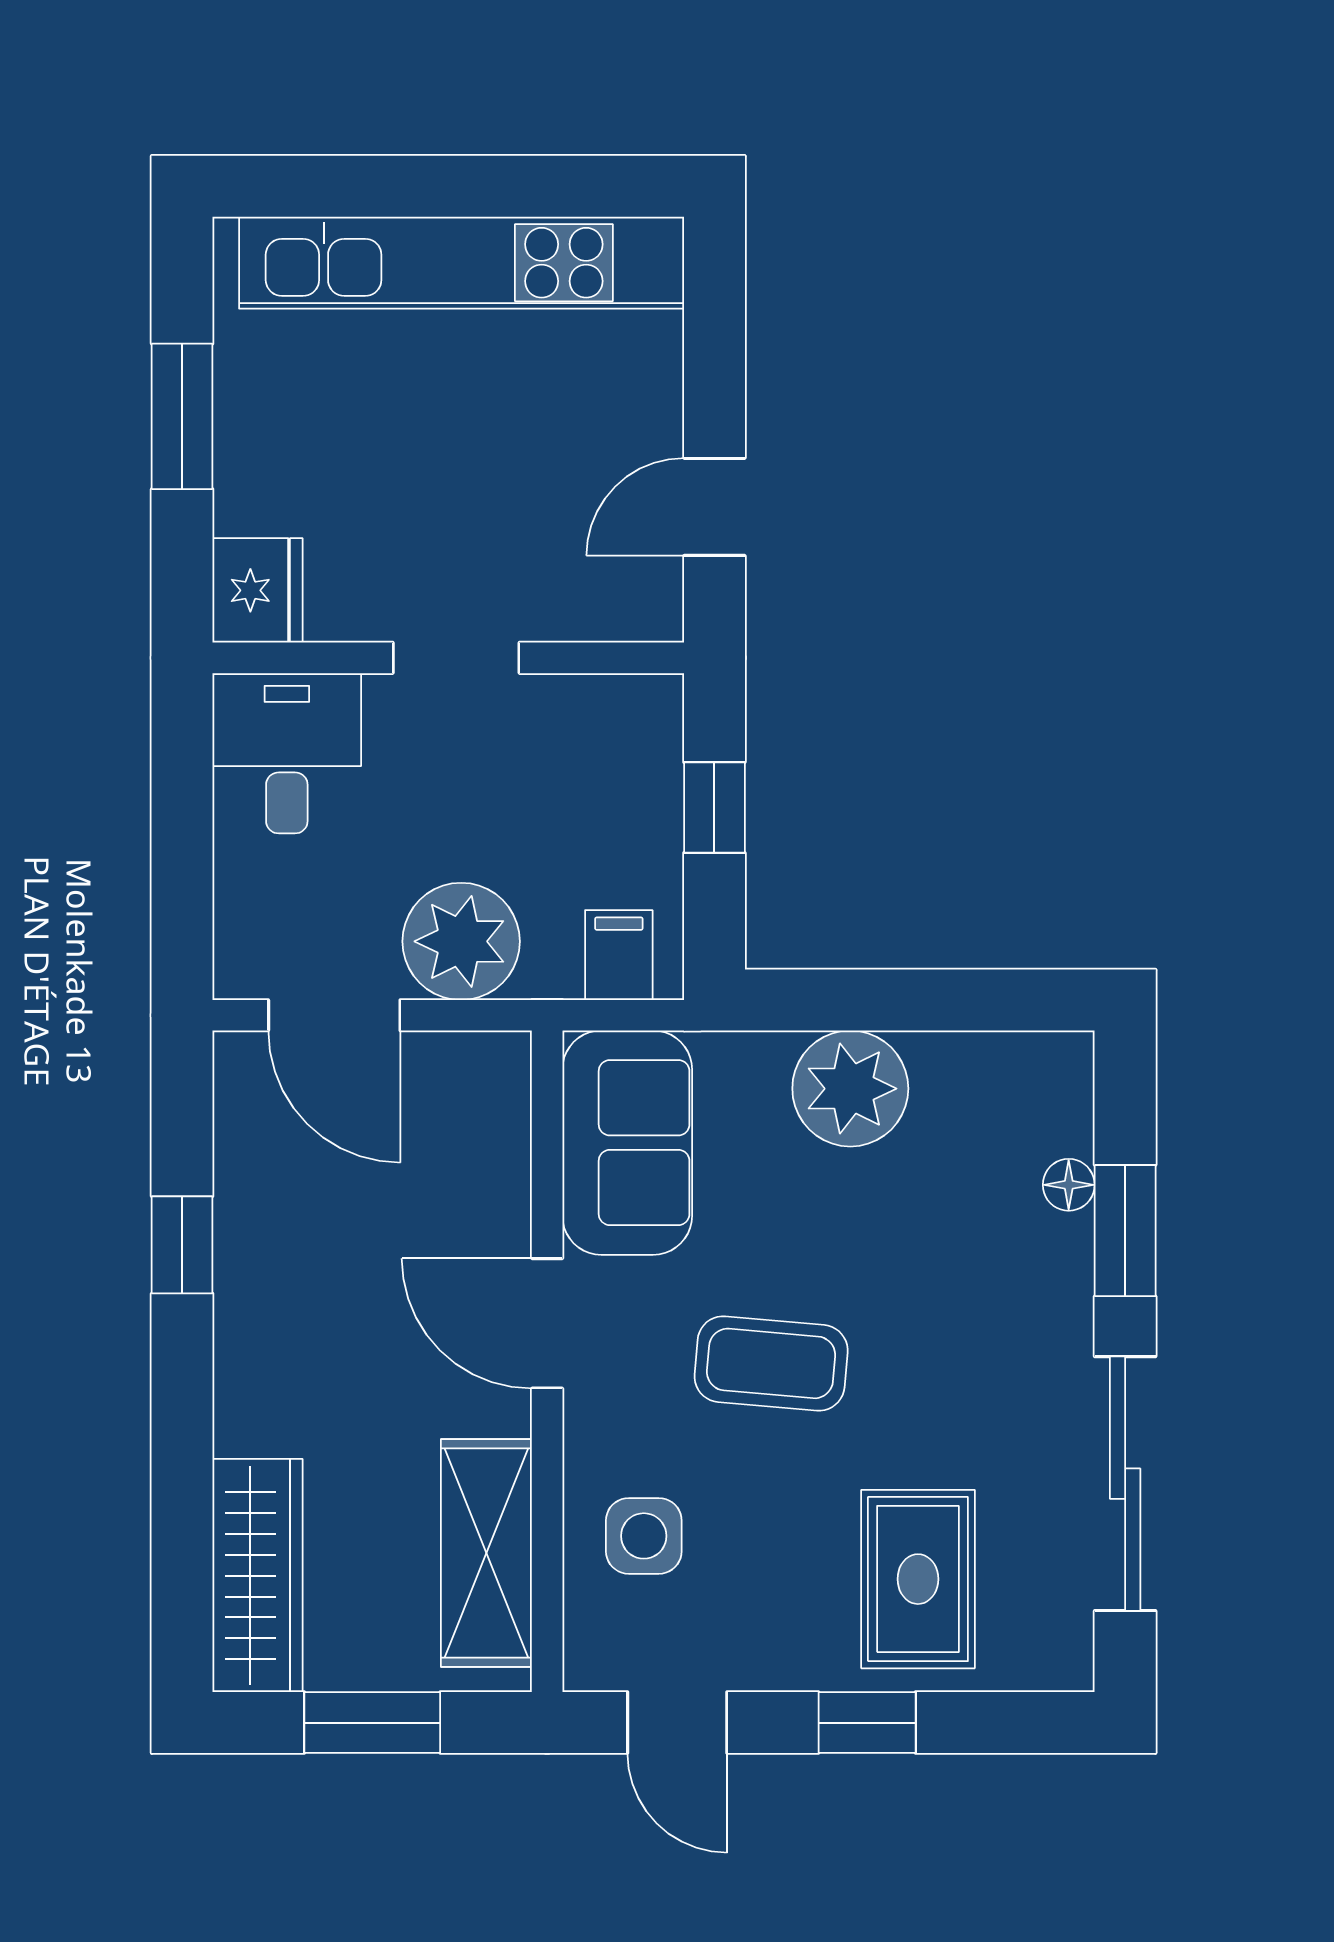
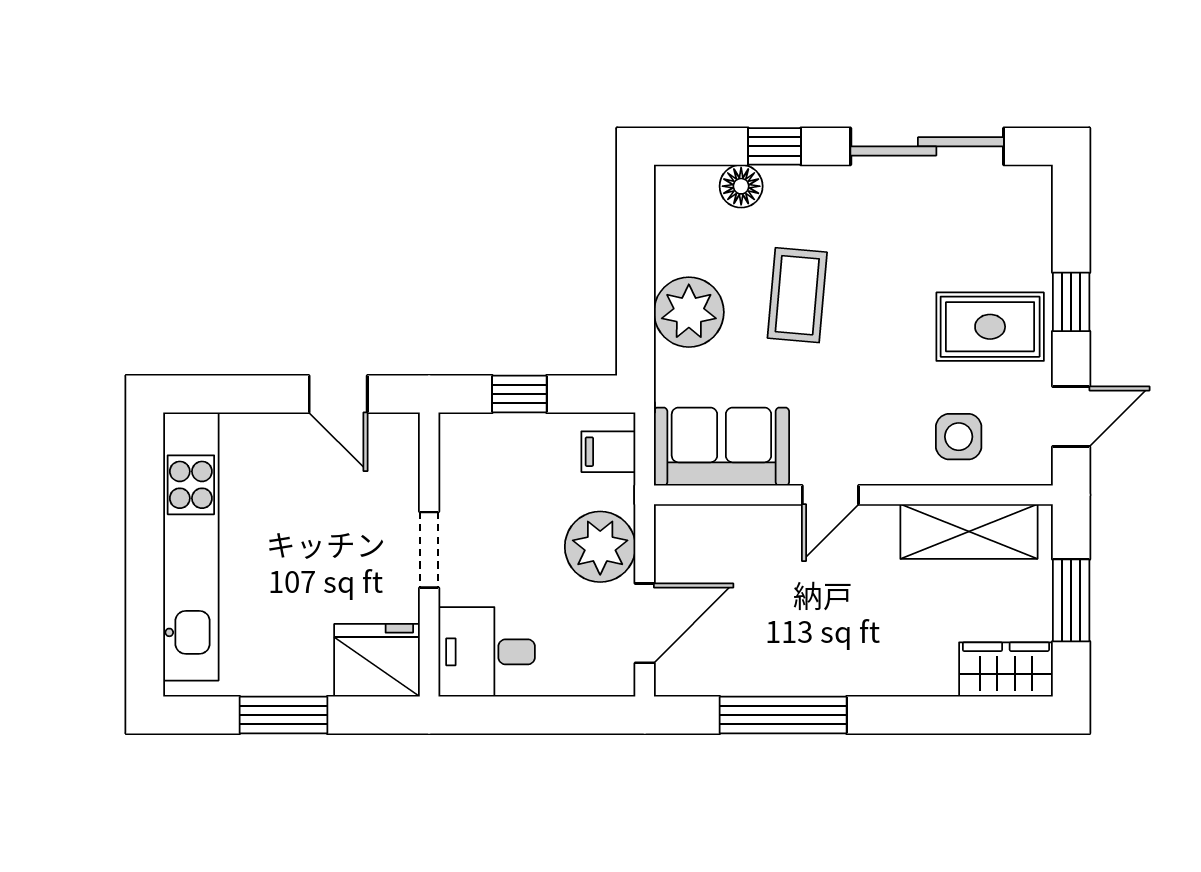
fridge: (258, 590) -> (377, 660), width x1.36, depth x1.34
floor lamp: (1069, 1185) -> (741, 186), width x1.37, depth x1.37
window: (1125, 1231) -> (775, 146), width x0.67
window: (182, 1245) -> (783, 715), width x2.17
door: (547, 1323) -> (830, 495), width x0.73
coffee table: (771, 1363) -> (797, 295), moved
wardrobe: (258, 1576) -> (1006, 670), width x0.67
rug: (918, 1579) -> (990, 327), moved

